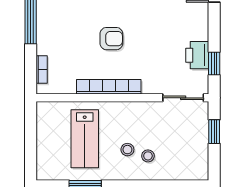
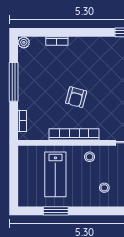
armchair: (111, 39) -> (76, 97), turned 105
stool: (127, 150) -> (90, 157), moved

